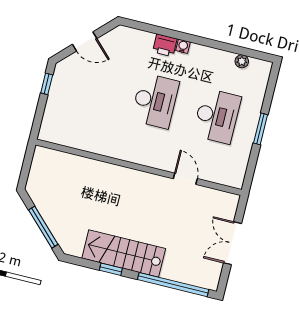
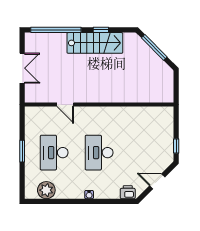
printer: (165, 45) -> (128, 192), moved
plant: (242, 61) -> (46, 190), width x1.88, depth x1.88

